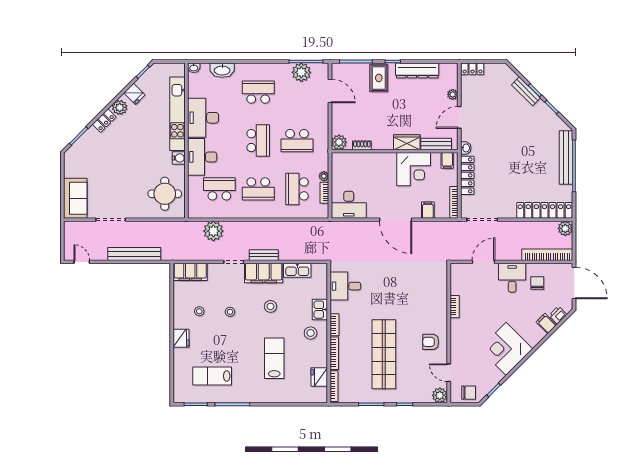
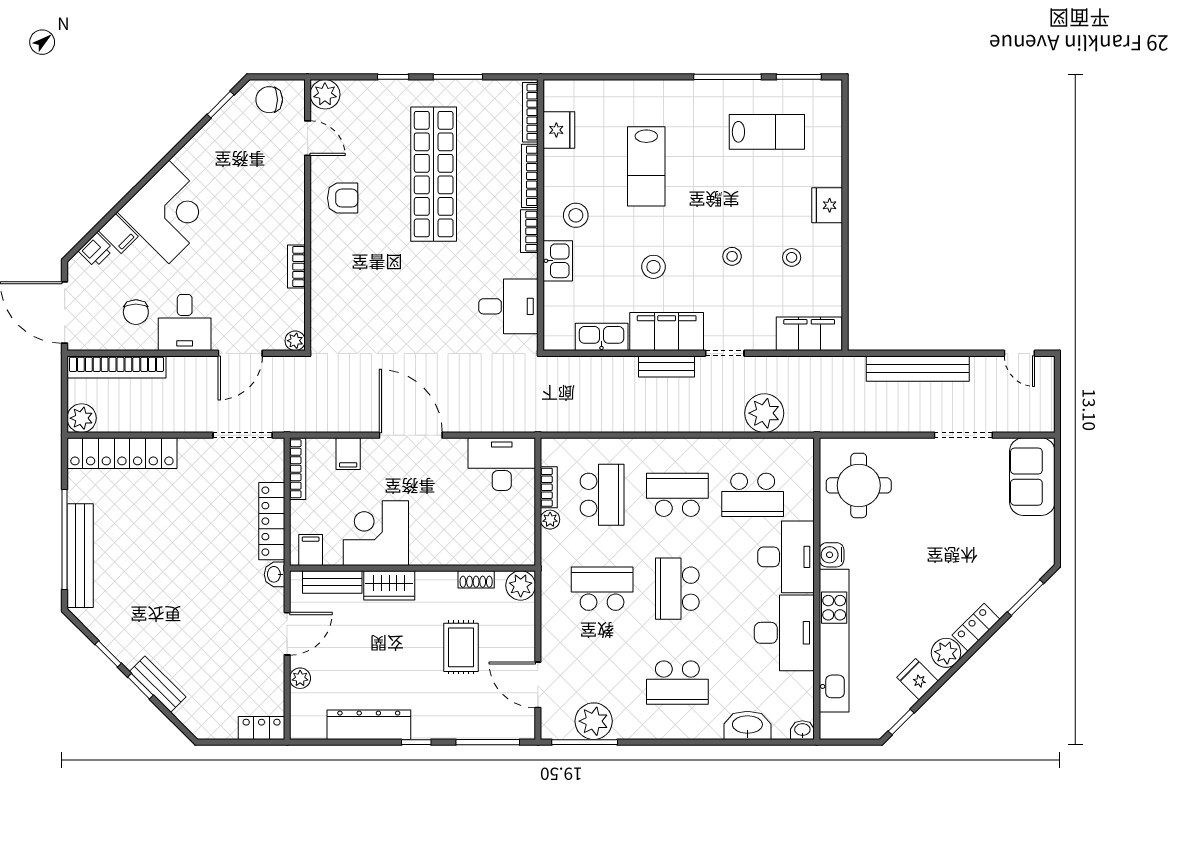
rug: (379, 78) -> (461, 647), moved
plant: (455, 268) -> (295, 341), added
corner desk: (506, 349) -> (169, 212), moved

